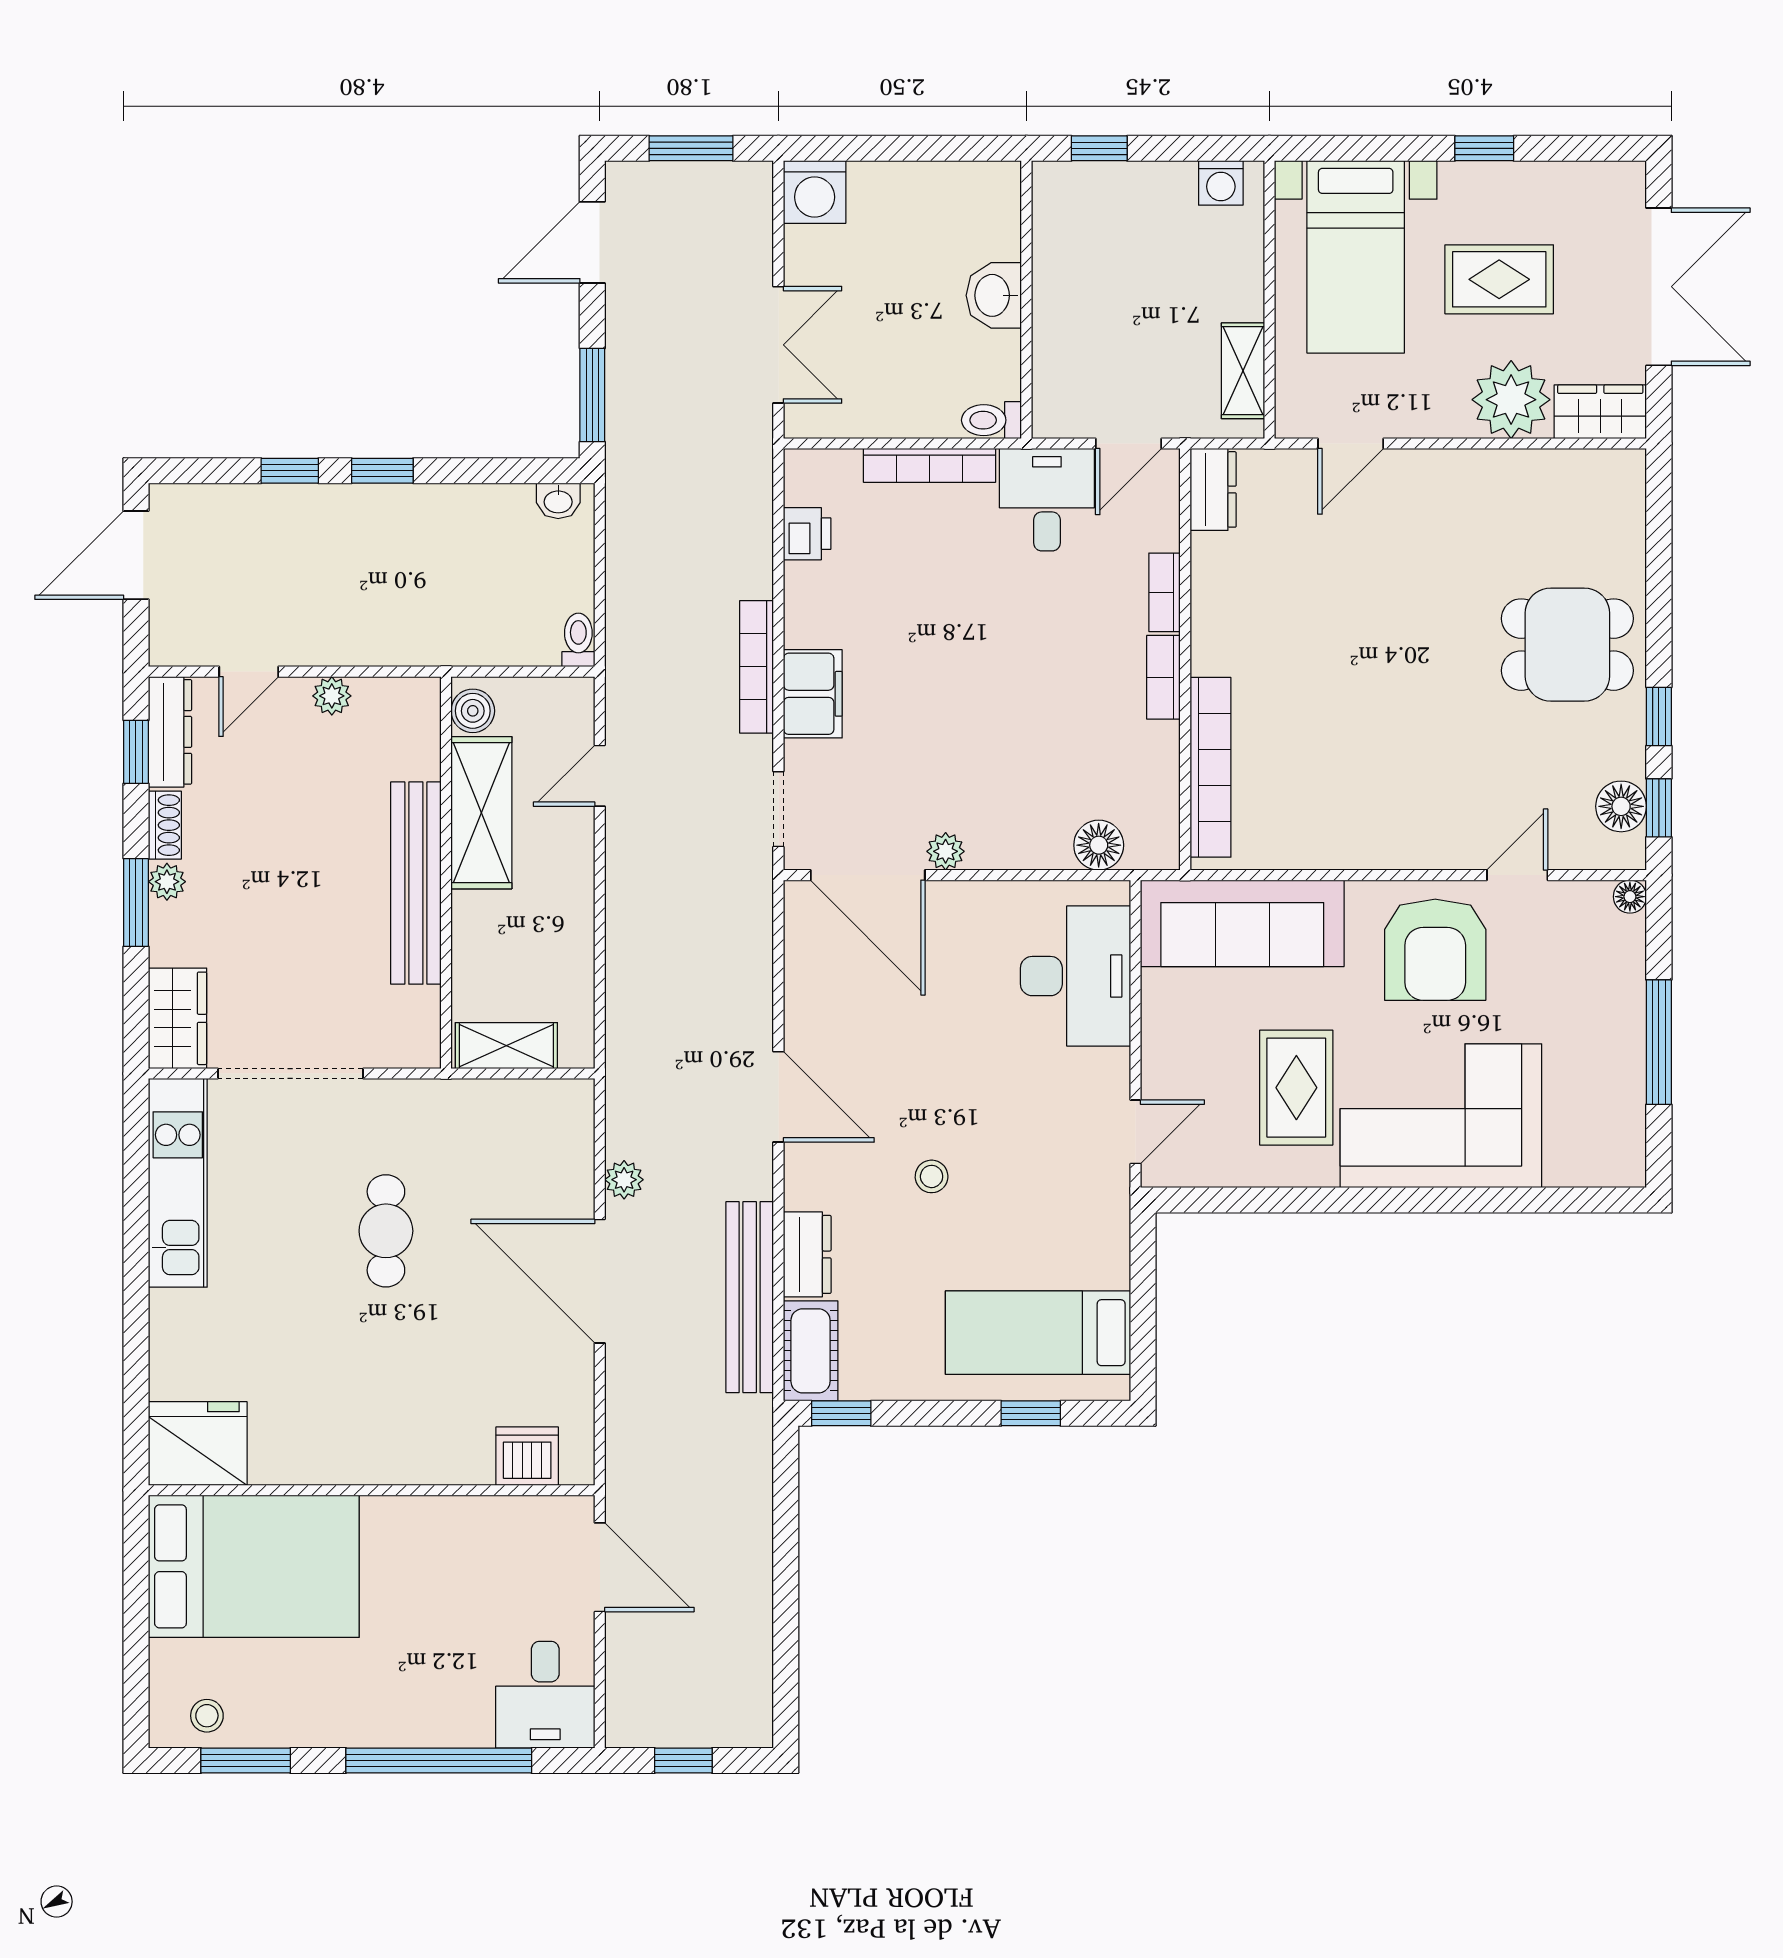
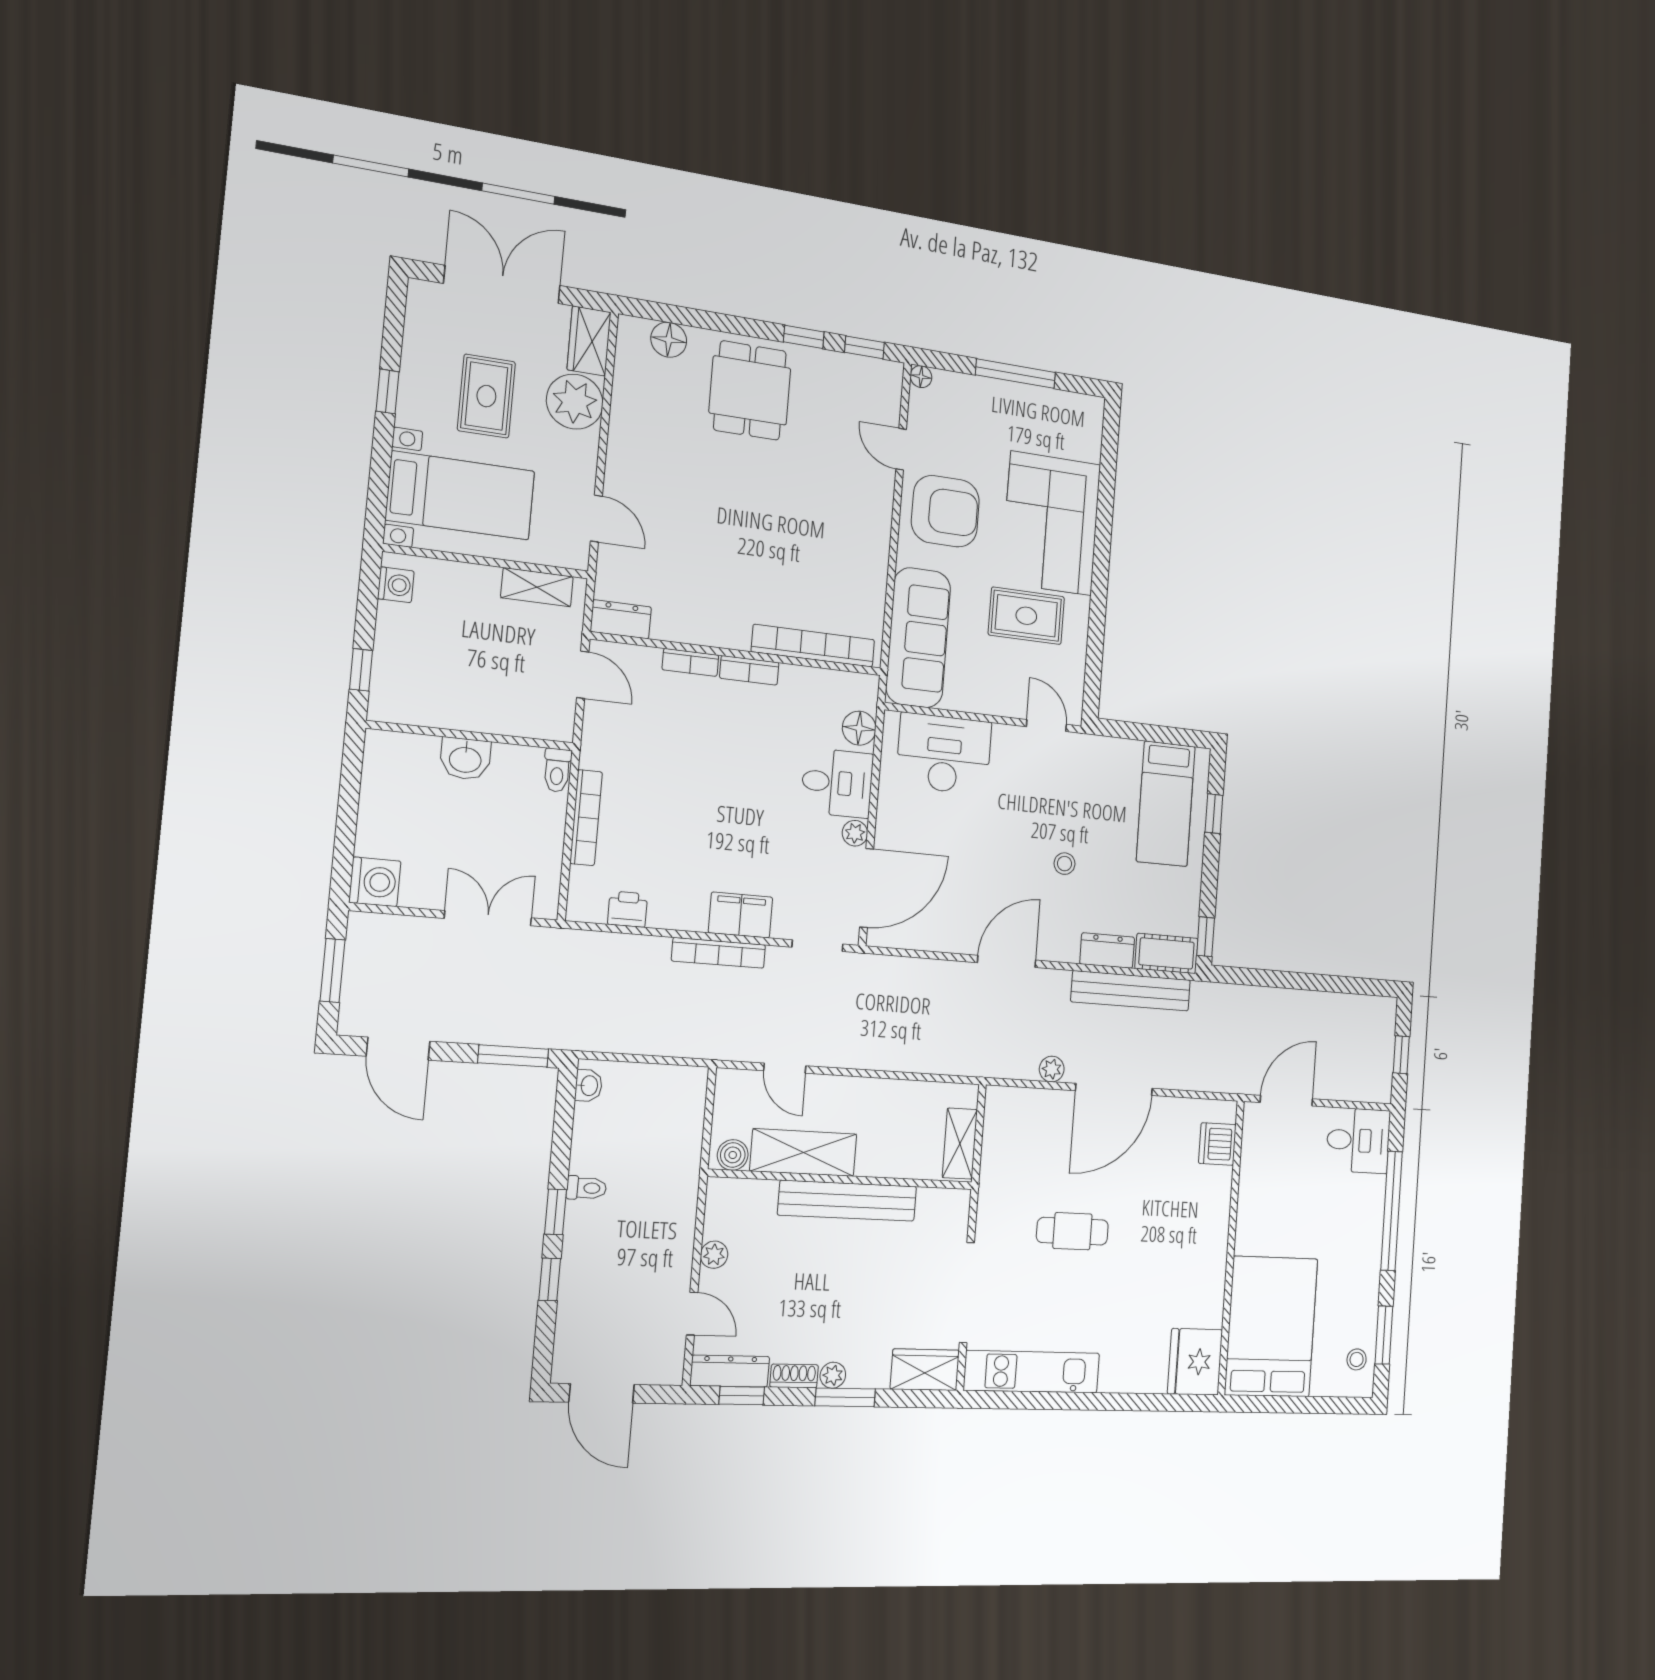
desk: (1047, 500) -> (837, 783), moved, turned 180
toilet: (578, 640) -> (586, 1188), moved, turned 180
floor lamp: (1621, 806) -> (669, 340), moved

